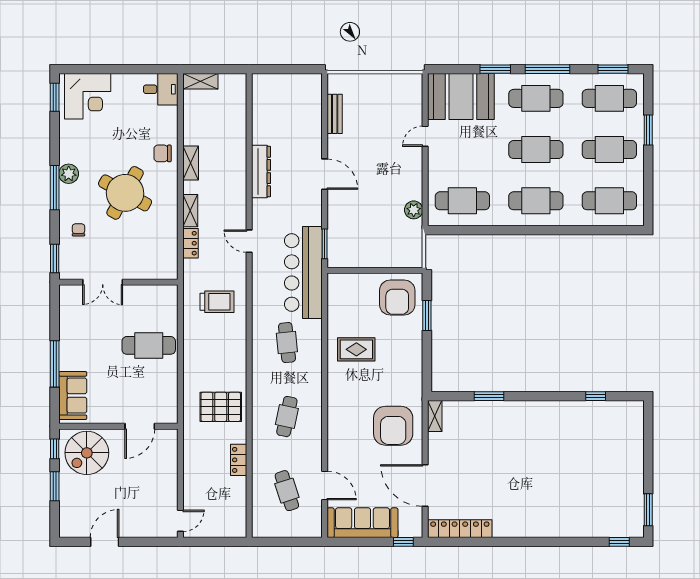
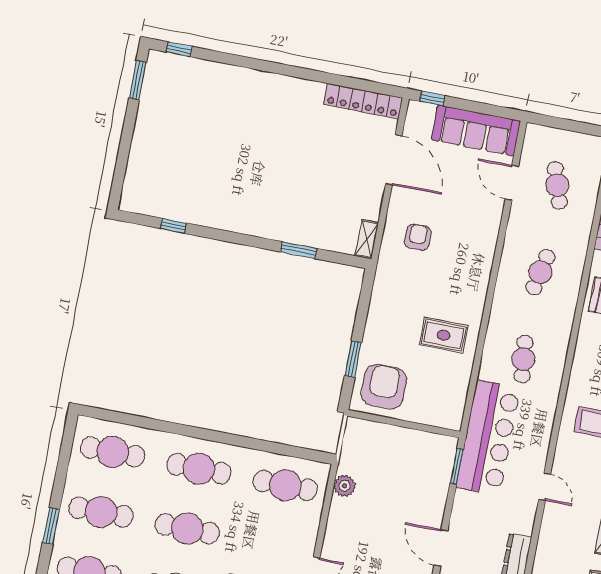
armchair: (393, 426) -> (418, 237), width x0.53, depth x0.53

